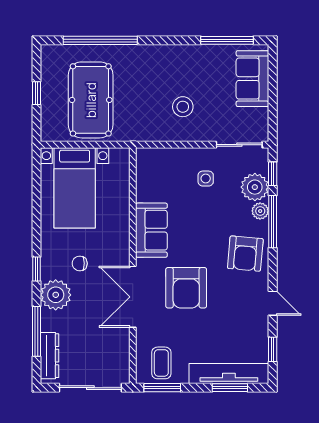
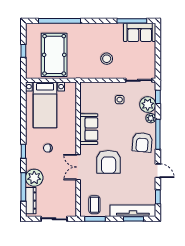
sofa: (252, 79) -> (140, 32), moved, turned -90
window: (273, 222) -> (158, 134), moved
plant: (56, 295) -> (34, 178), moved
double door: (133, 297) -> (78, 167), width x0.73
sliding door: (90, 388) -> (54, 219), width x0.73

